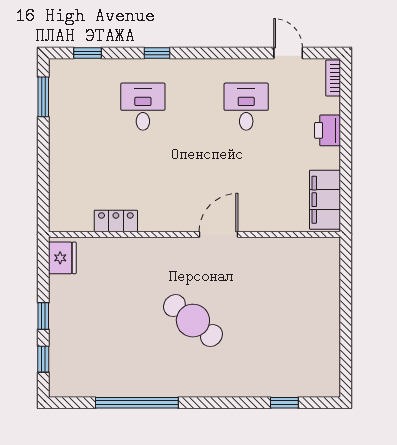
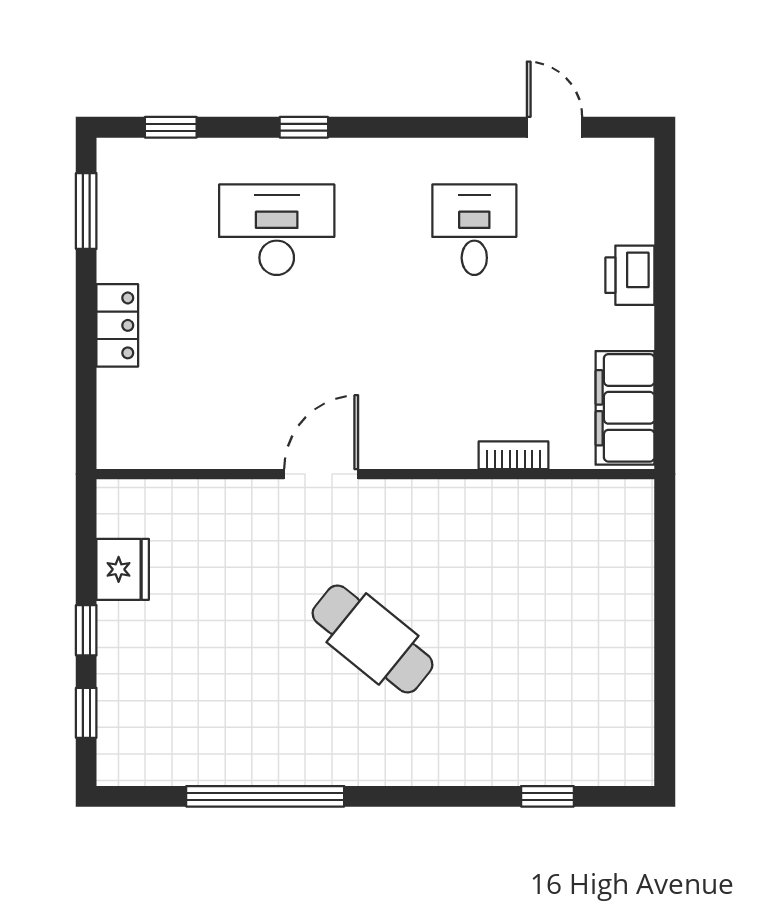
bookcase: (333, 78) -> (514, 455), moved, turned 90
desk: (143, 107) -> (277, 230), width x1.37
locker: (116, 221) -> (117, 325), moved, turned 90
door: (219, 234) -> (321, 474), moved
fridge: (62, 258) -> (123, 569), moved

